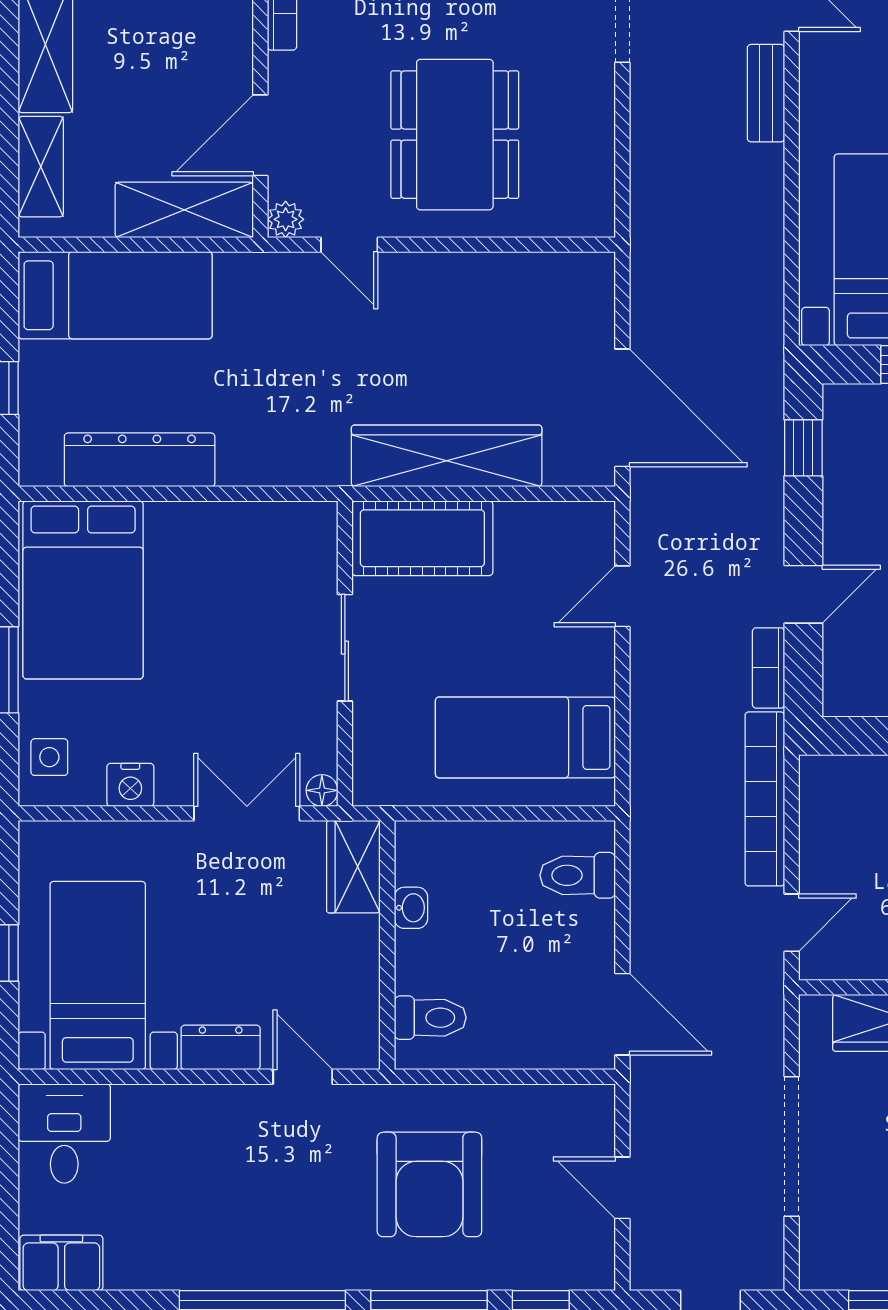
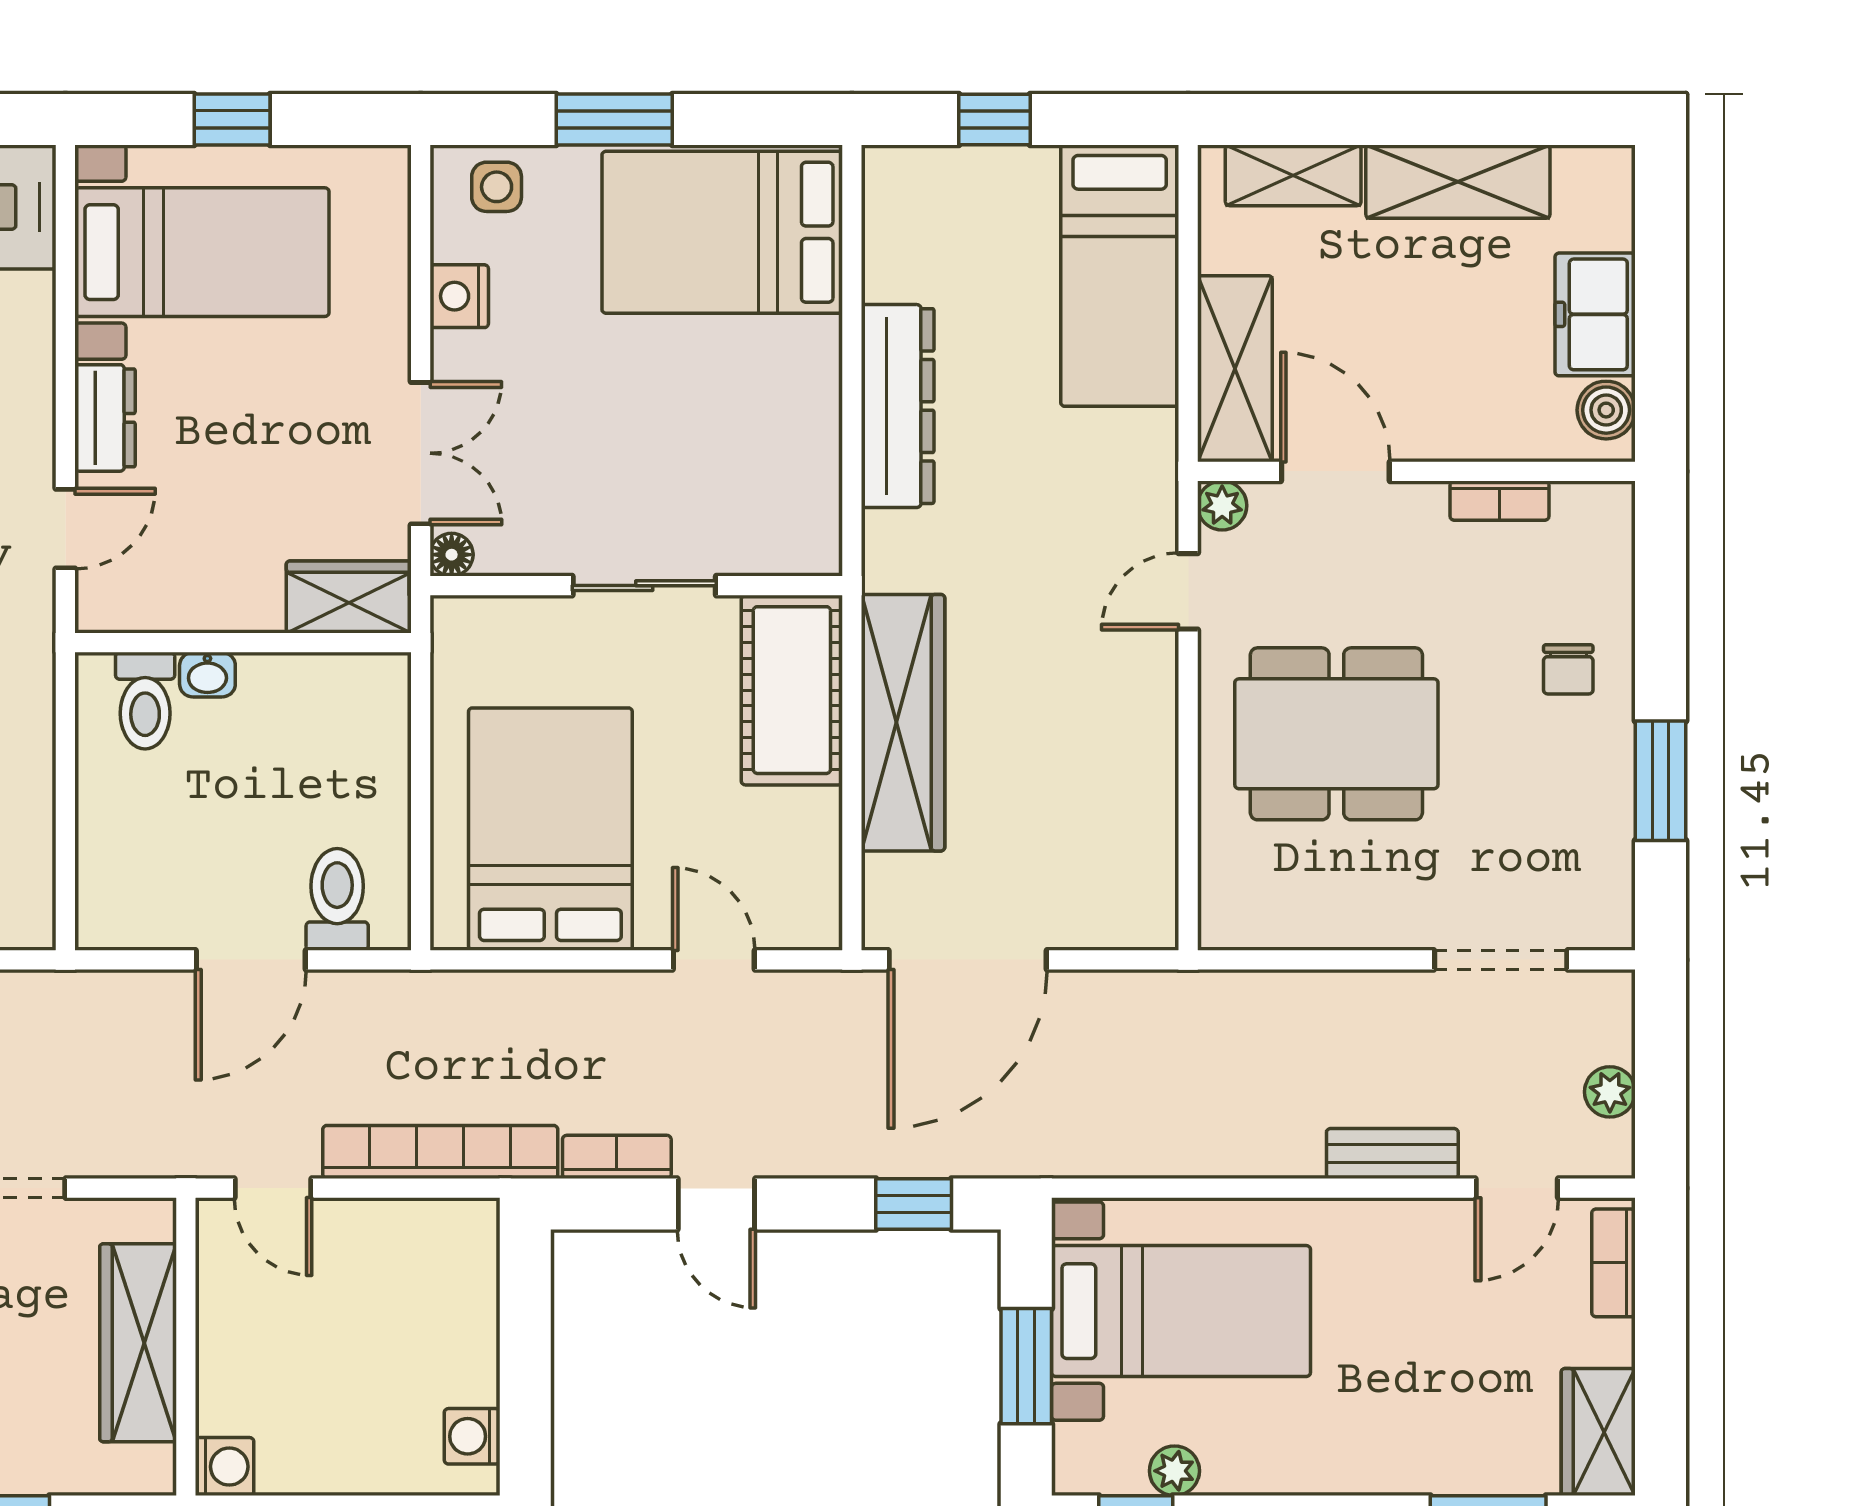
dresser: (140, 460) -> (898, 406), moved
bed: (525, 737) -> (550, 829), width x1.50
washbasin: (411, 908) -> (207, 675), moved
door: (622, 1014) -> (251, 960), moved

